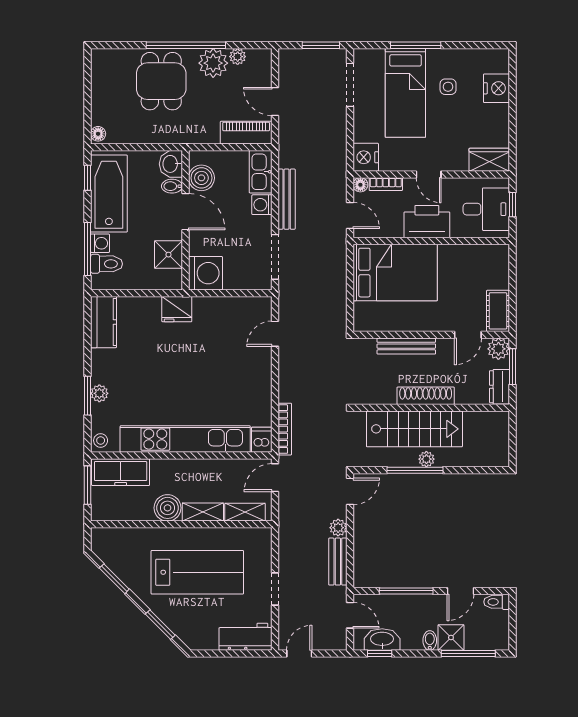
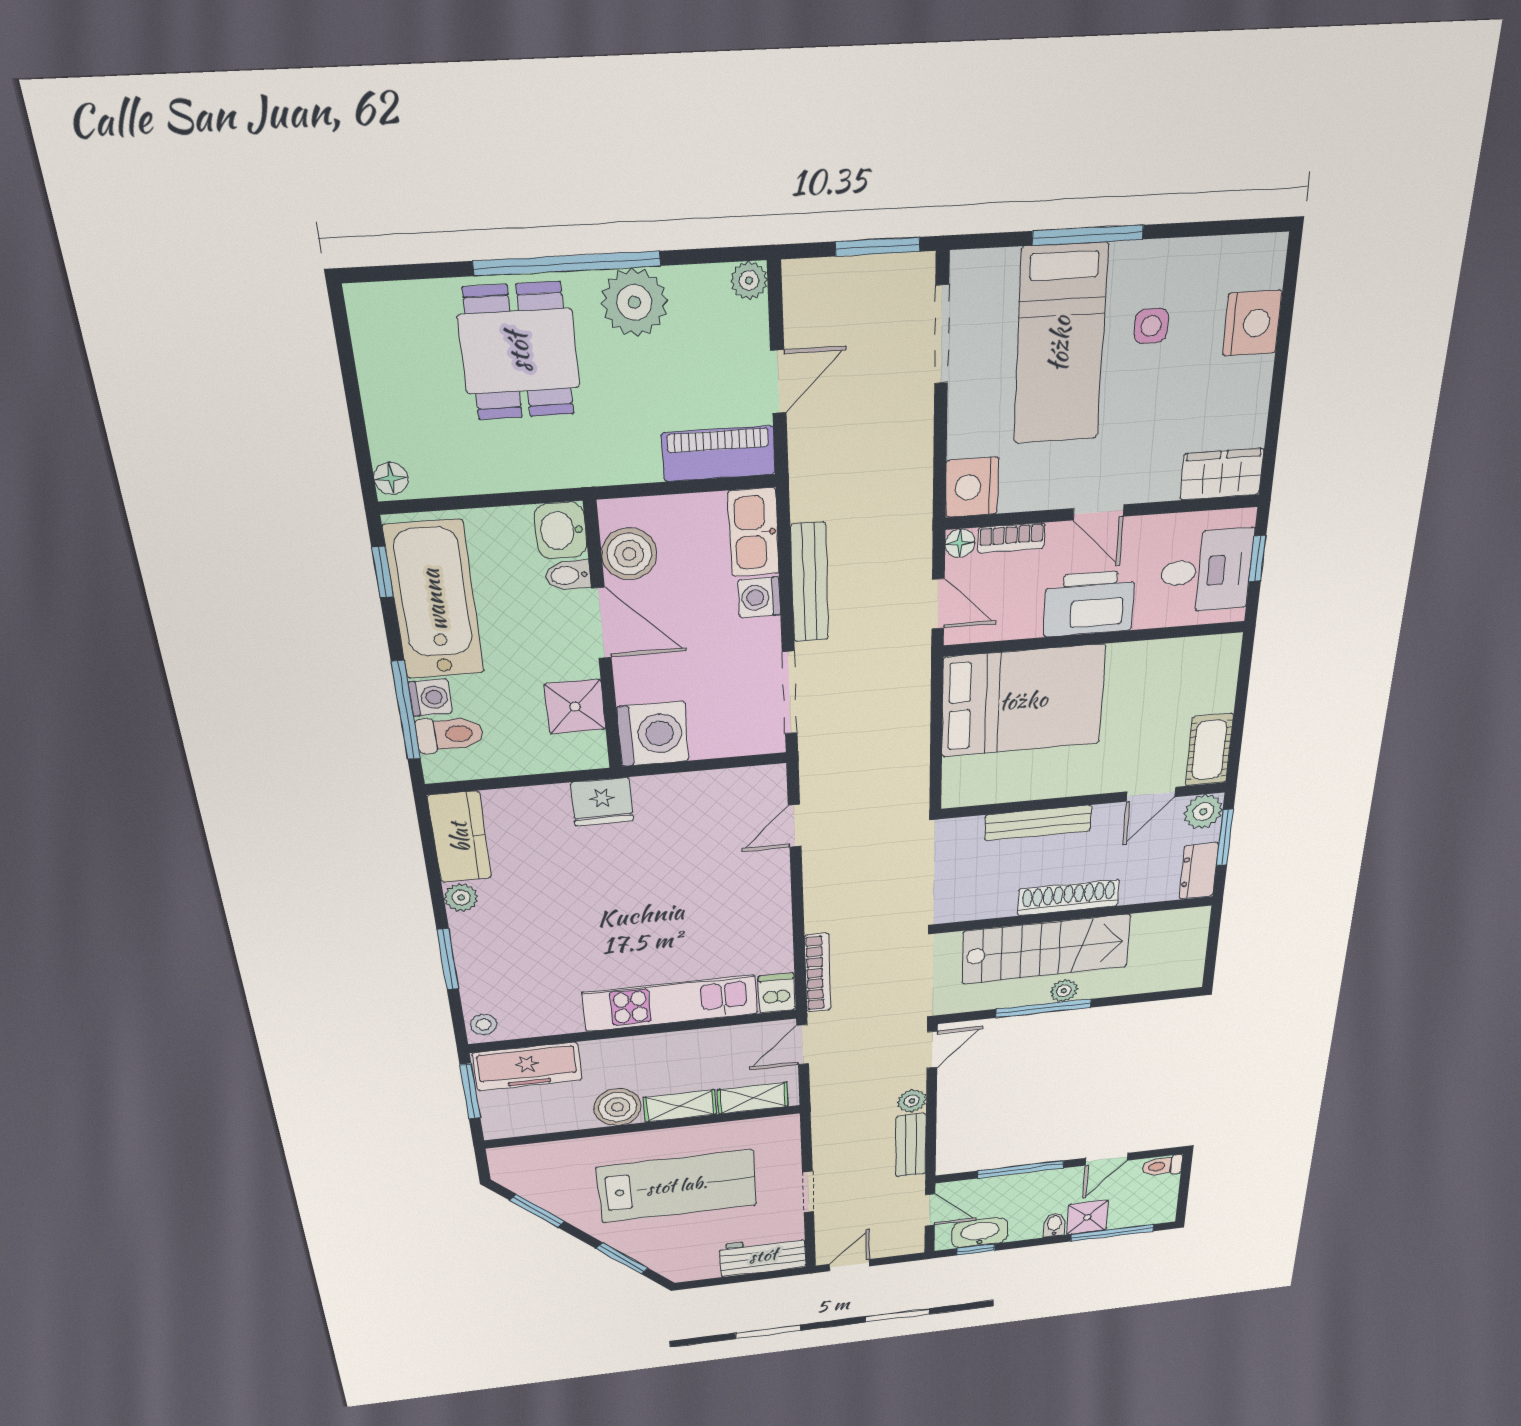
plant: (238, 57) -> (749, 280), moved
door: (275, 101) -> (778, 382), swing flipped
plant: (99, 393) -> (461, 898), moved
kitchen unit: (185, 439) -> (670, 1003), width x0.73

